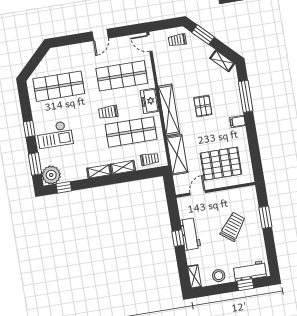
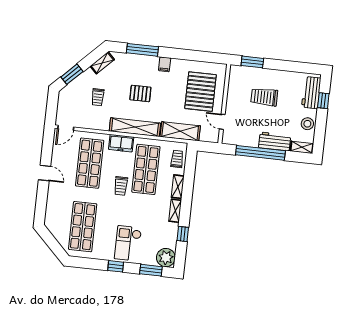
trolley: (177, 40) -> (98, 97), moved
checkout: (55, 134) -> (128, 243), turned 180
window: (64, 187) -> (183, 234), moved
window: (265, 217) -> (252, 62), moved
trolley: (233, 227) -> (264, 97), turned -37
workbench: (190, 234) -> (275, 141), moved
window: (178, 238) -> (260, 153), width x3.17

